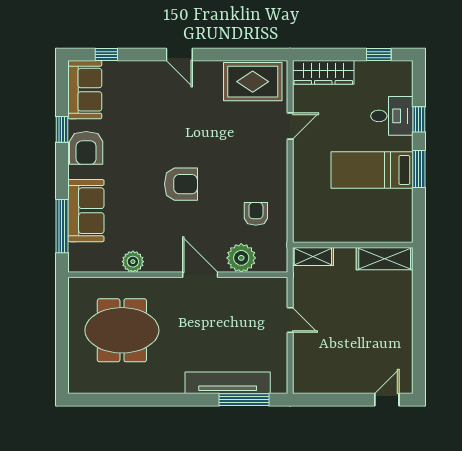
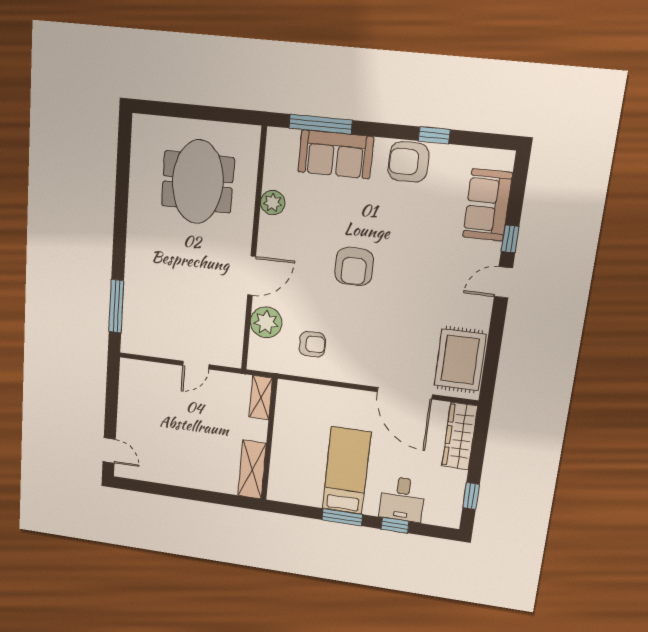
window: (106, 55) -> (510, 239), moved
sofa: (85, 90) -> (487, 205), moved, turned 90
door: (290, 126) -> (405, 393), width x1.88
tv unit: (228, 383) -> (135, 291), removed

